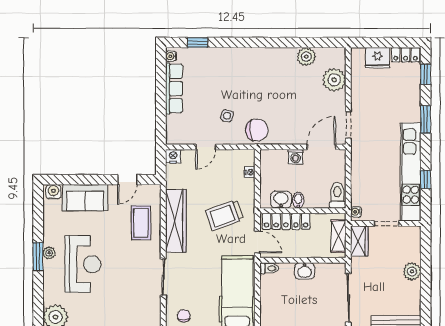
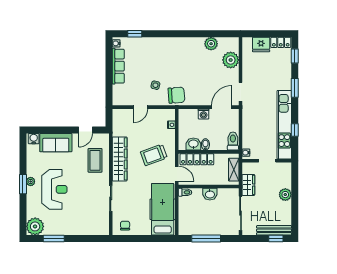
nightstand: (173, 156) -> (118, 114), removed
wardrobe: (359, 241) -> (248, 185), moved

